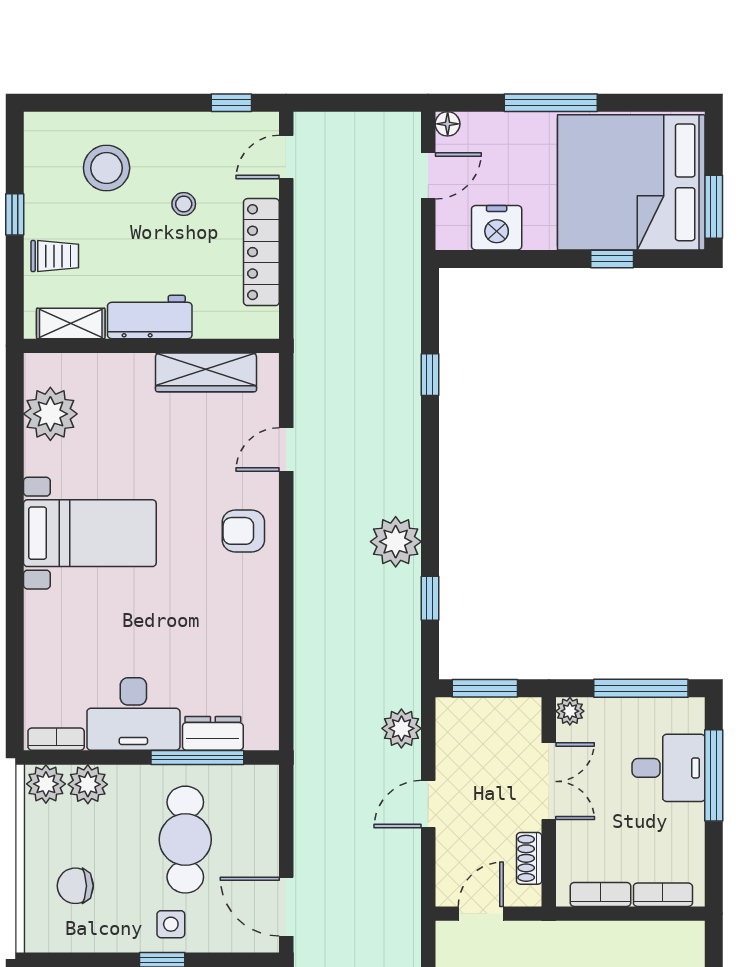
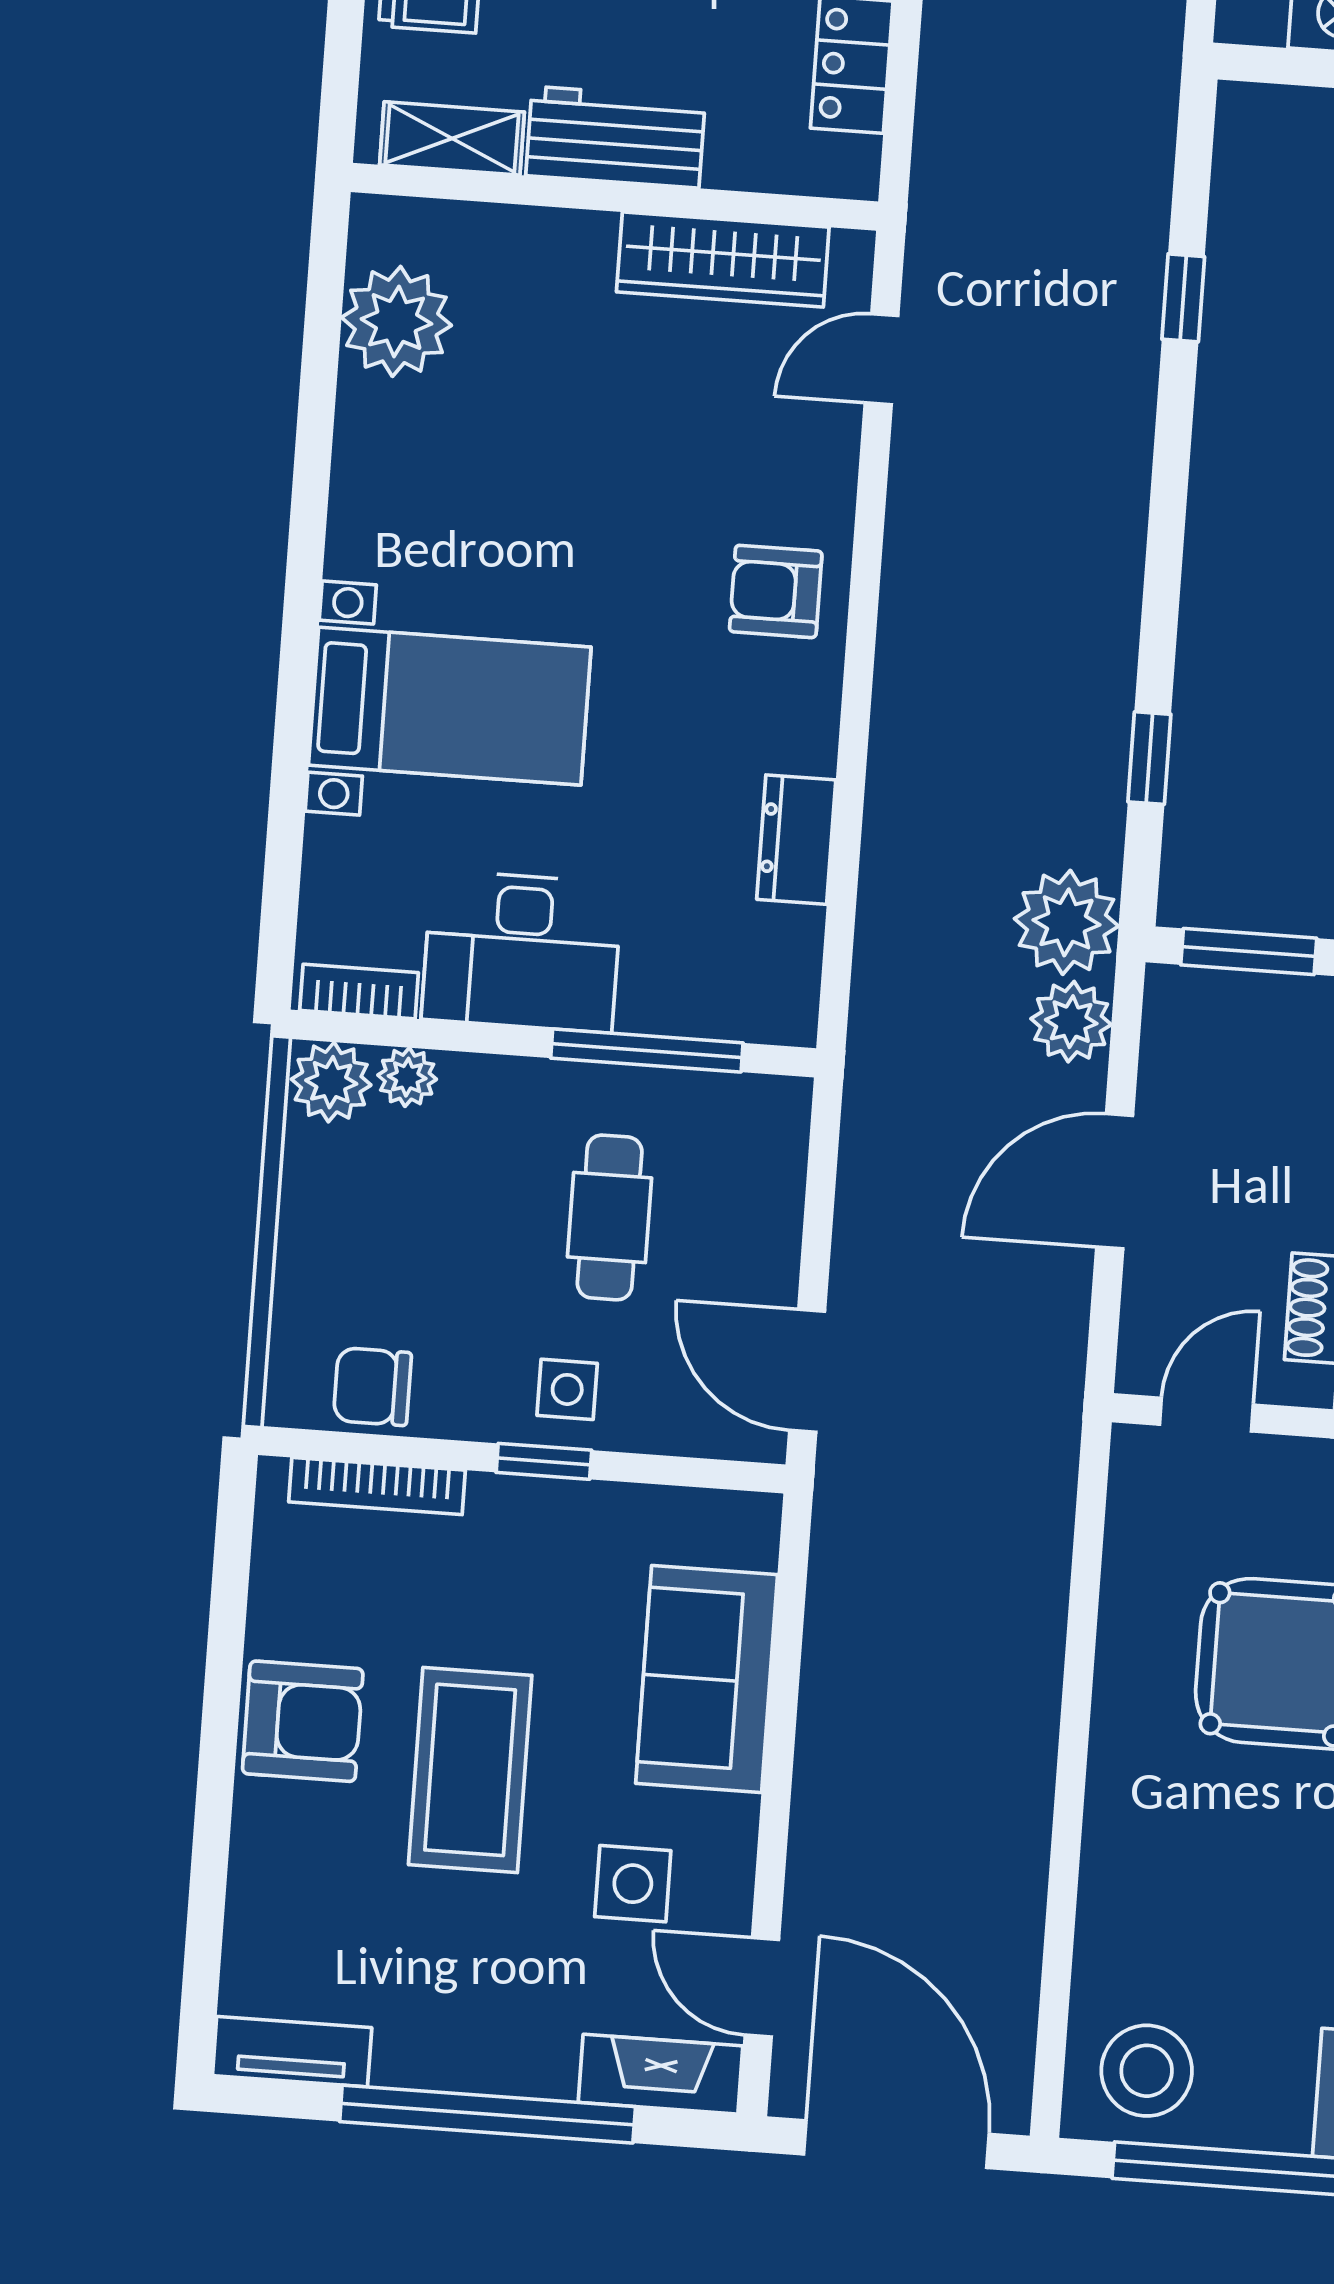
door: (286, 449) -> (881, 359), moved
bed with nightstands: (90, 533) -> (450, 706), moved
plant: (396, 542) -> (1066, 922), moved
dresser: (213, 733) -> (796, 840), moved, turned -90
plant: (88, 784) -> (407, 1077), width x0.73, depth x0.73
door: (428, 804) -> (1115, 1181), width x1.37
cafe table: (185, 840) -> (610, 1217), width x0.73, depth x0.74
chair: (75, 886) -> (372, 1387), moved

